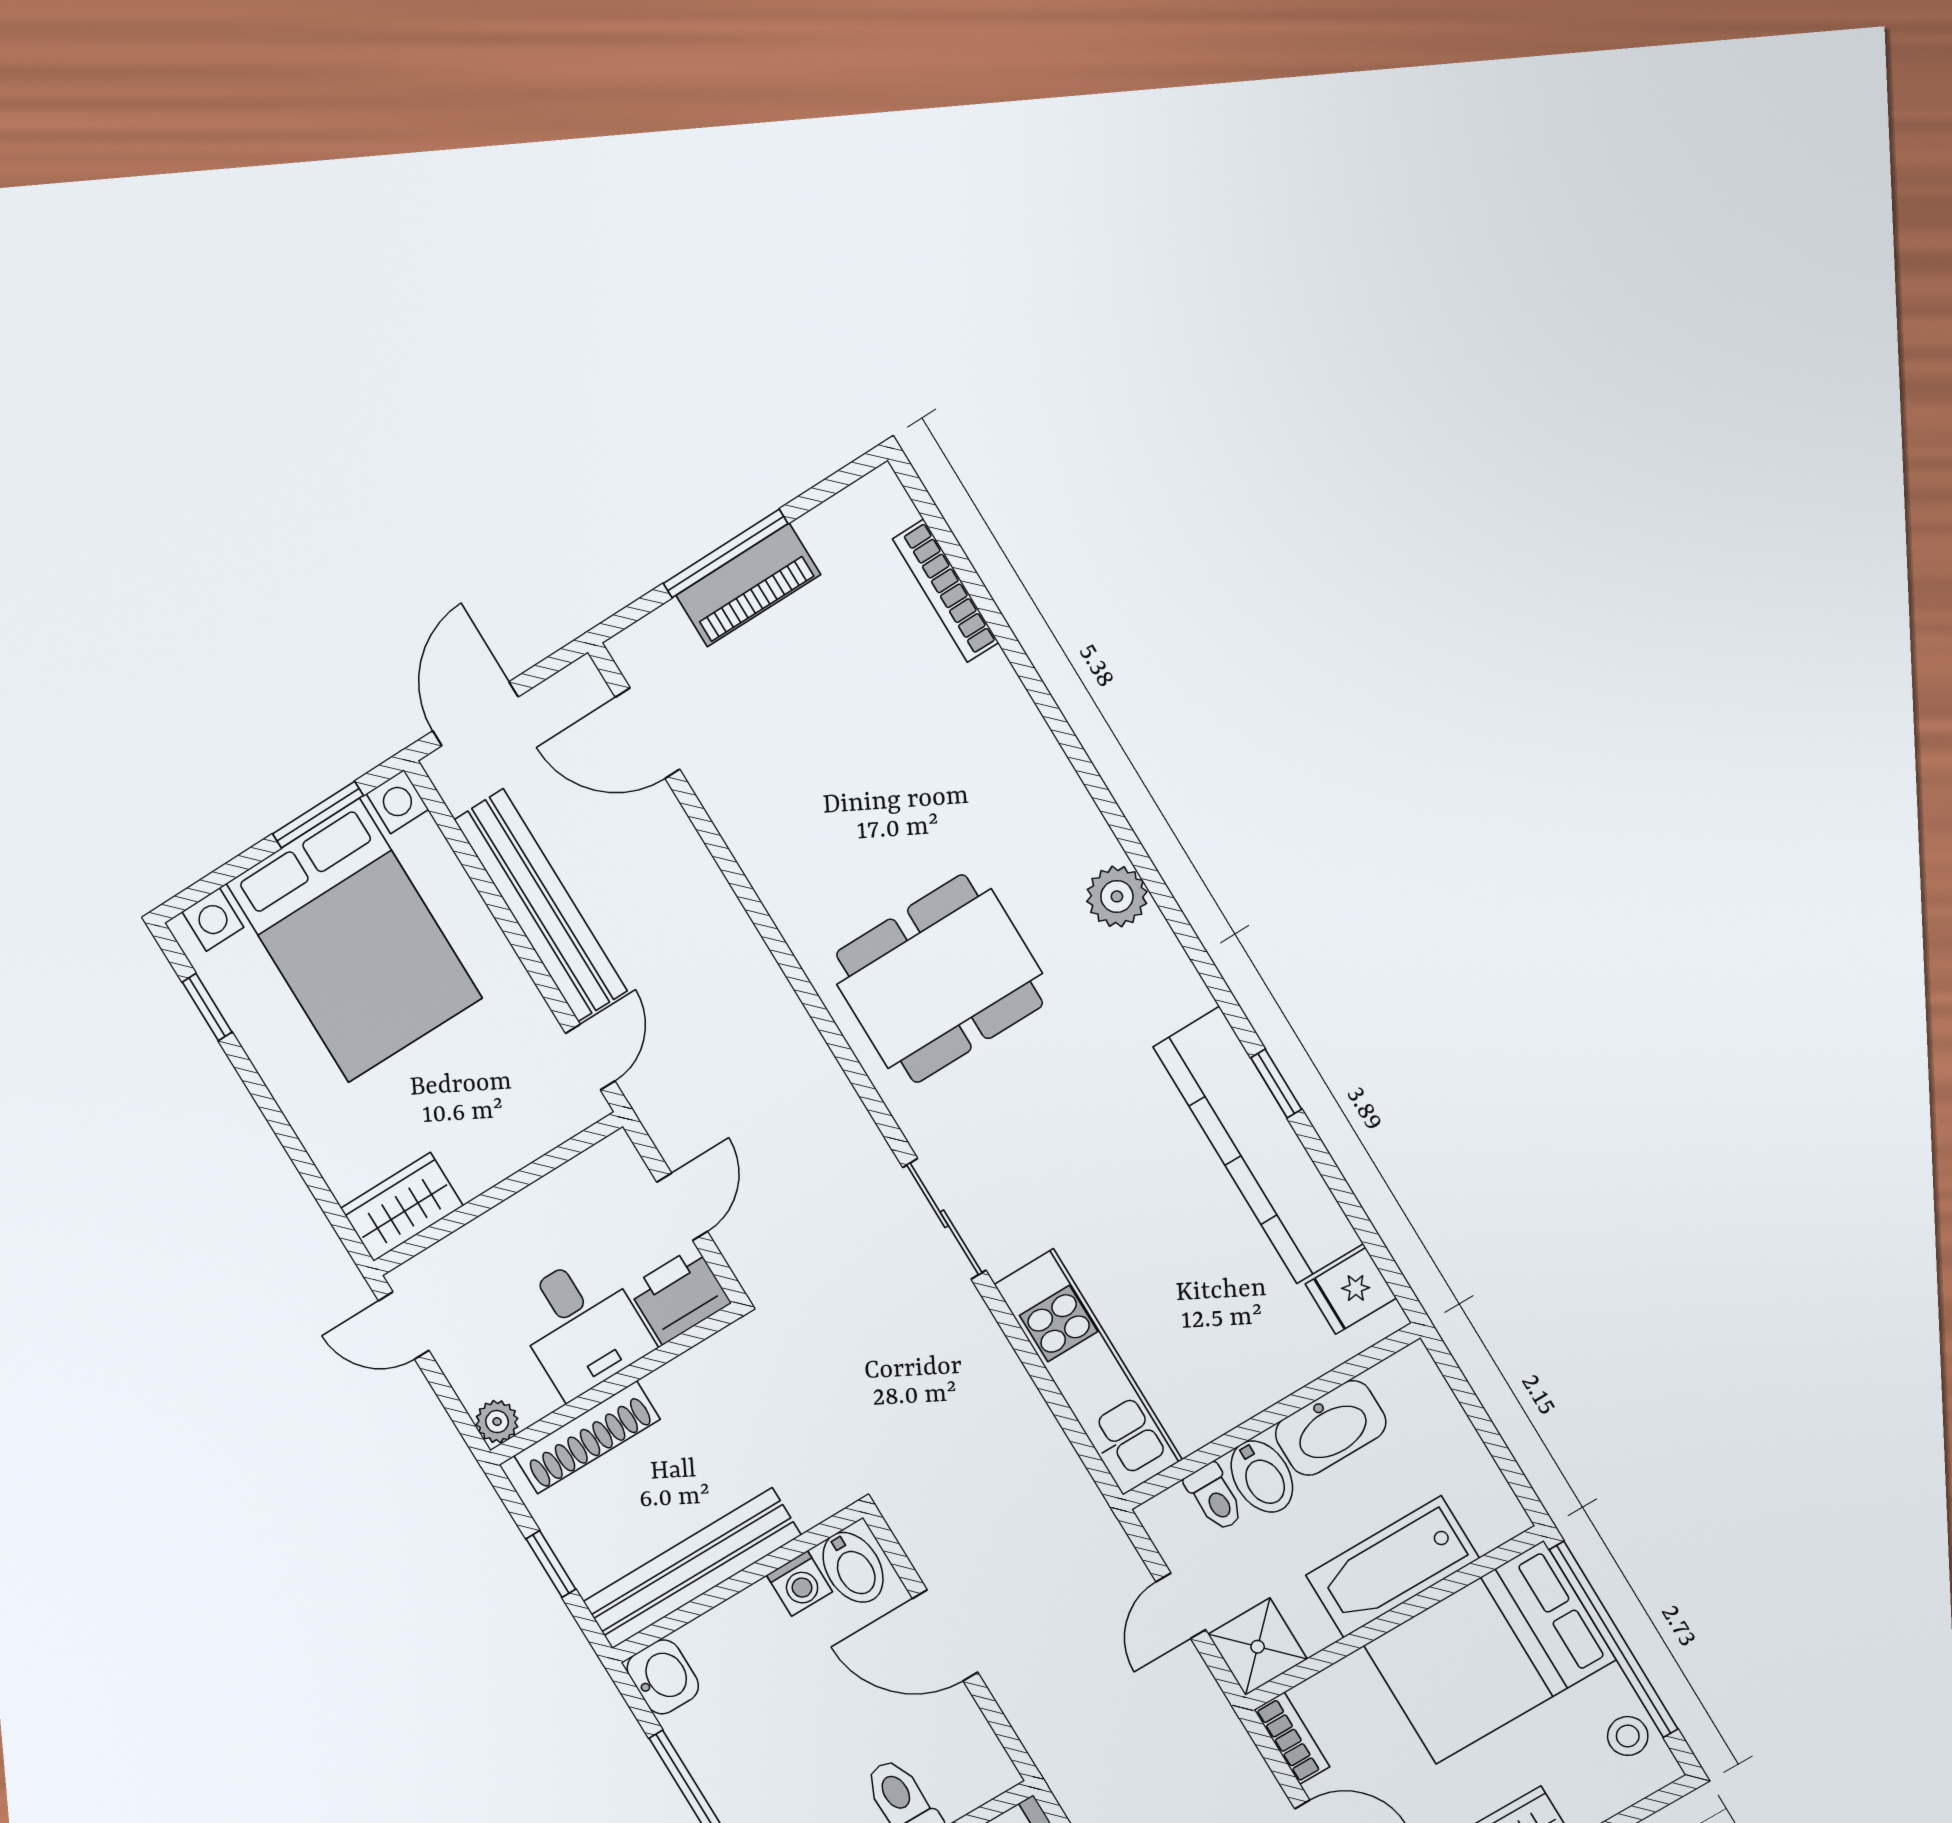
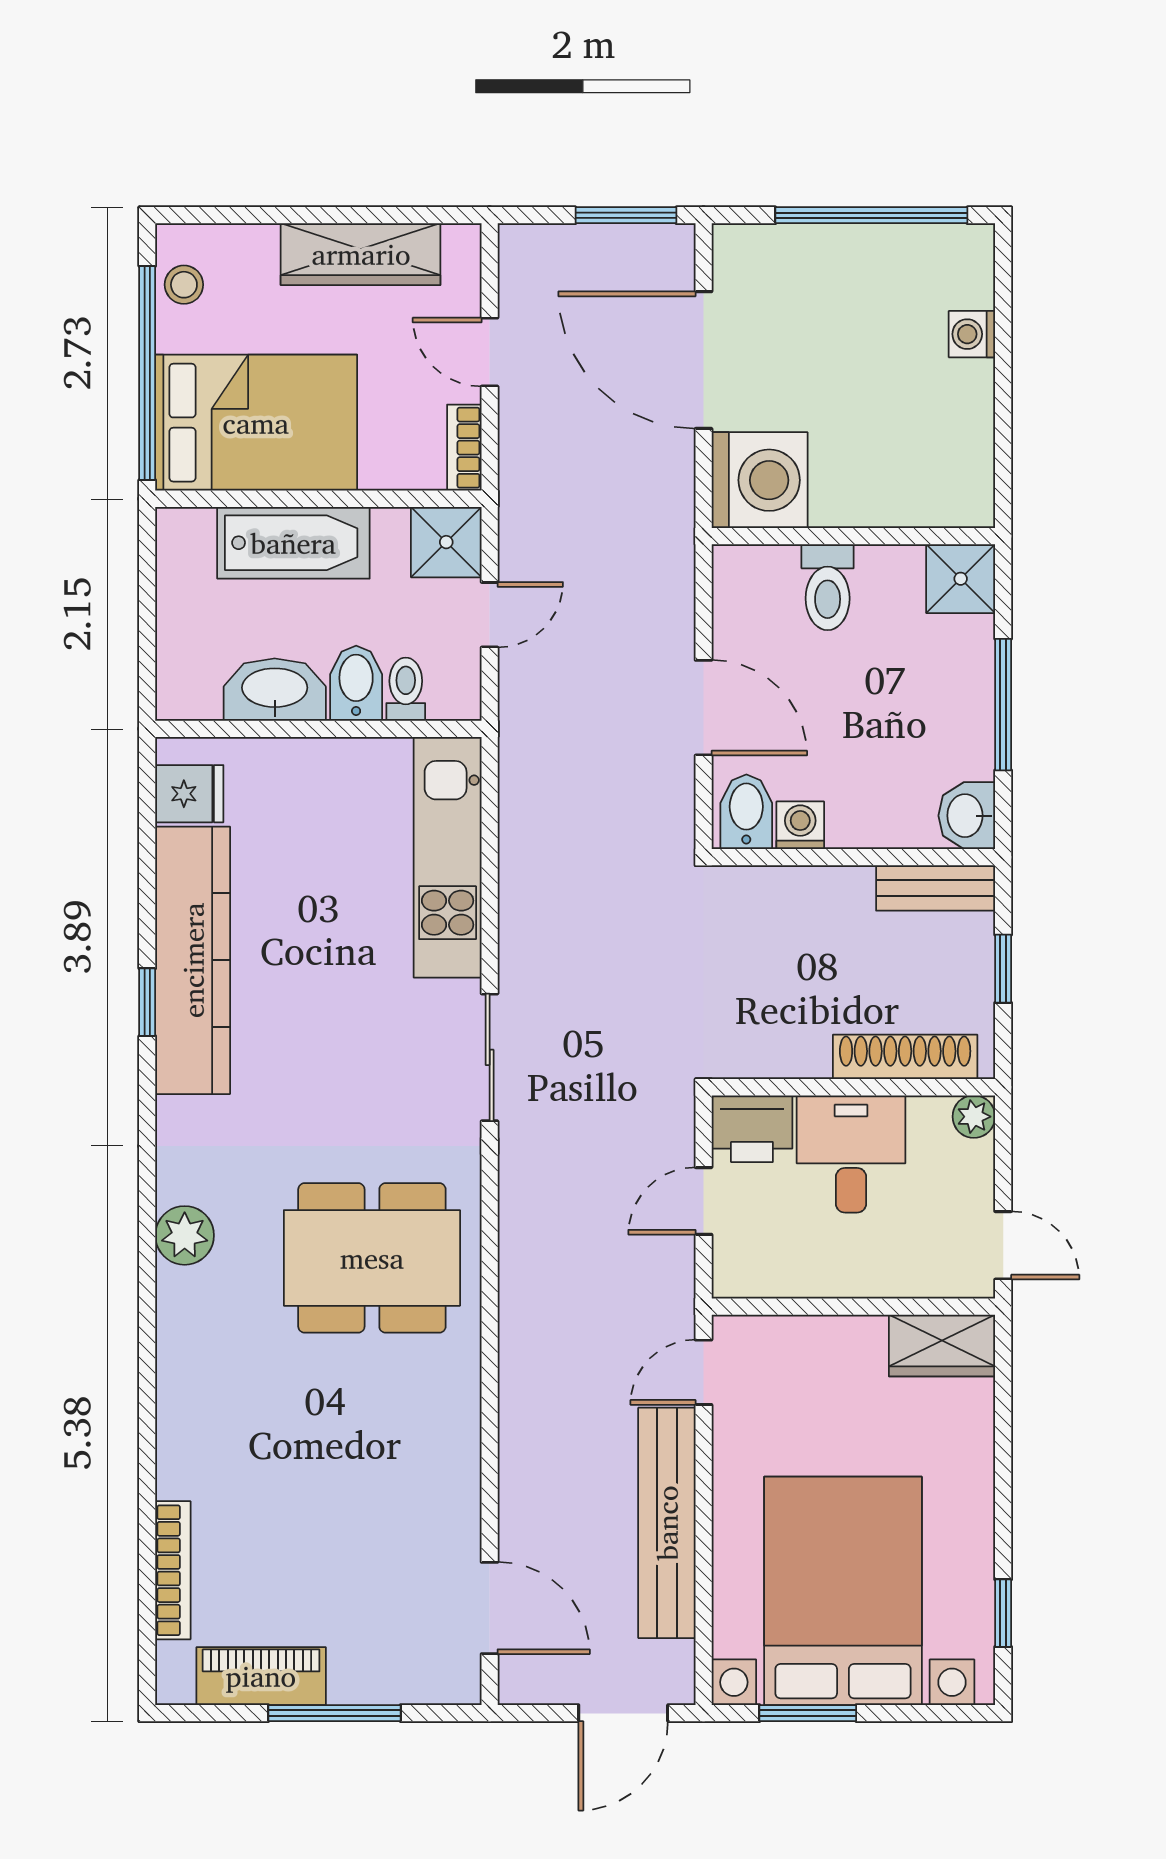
piano: (748, 585) -> (261, 1676), moved
bench: (692, 1568) -> (936, 888), width x0.54, depth x0.82

